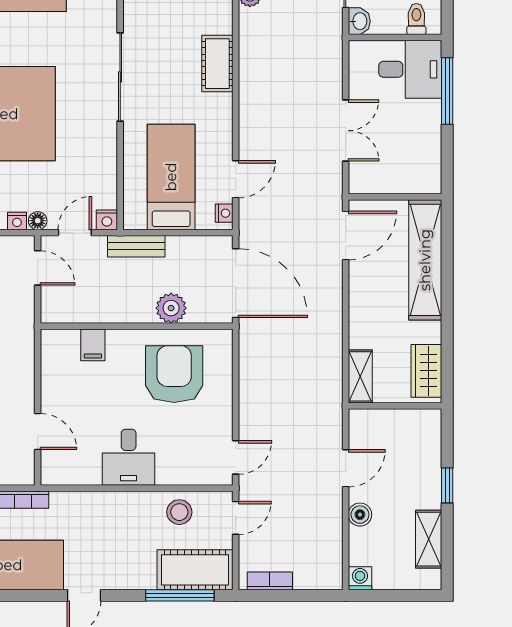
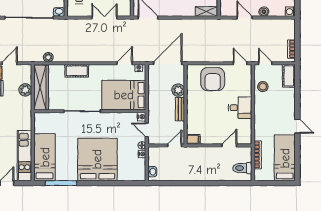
bed: (171, 177) -> (124, 95), width x1.50
door: (236, 179) -> (125, 63), hinge flipped
bench: (136, 246) -> (180, 109), moved
door: (38, 268) -> (175, 145), moved
filing cabinet: (93, 345) -> (193, 139), moved
armchair: (174, 374) -> (213, 79), moved, turned -90
cot: (195, 570) -> (289, 76), width x0.73, depth x0.75
window: (180, 595) -> (297, 86), removed

